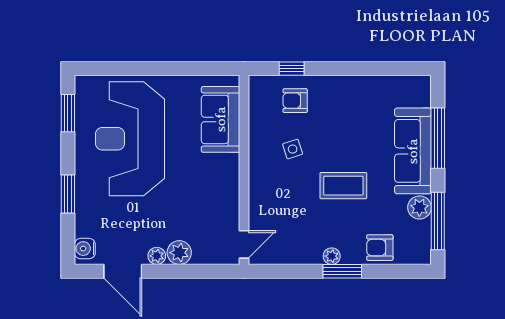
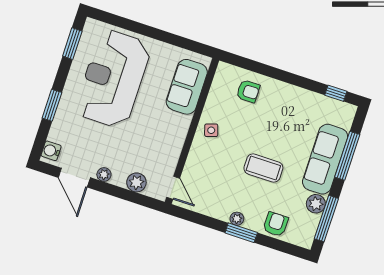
window: (292, 69) -> (336, 93), moved
armchair: (295, 101) -> (248, 91), turned 180
side table: (293, 149) -> (211, 130), moved
door: (244, 244) -> (173, 188), hinge flipped
armchair: (380, 248) -> (276, 224), turned 90
plant: (179, 253) -> (136, 182), moved

